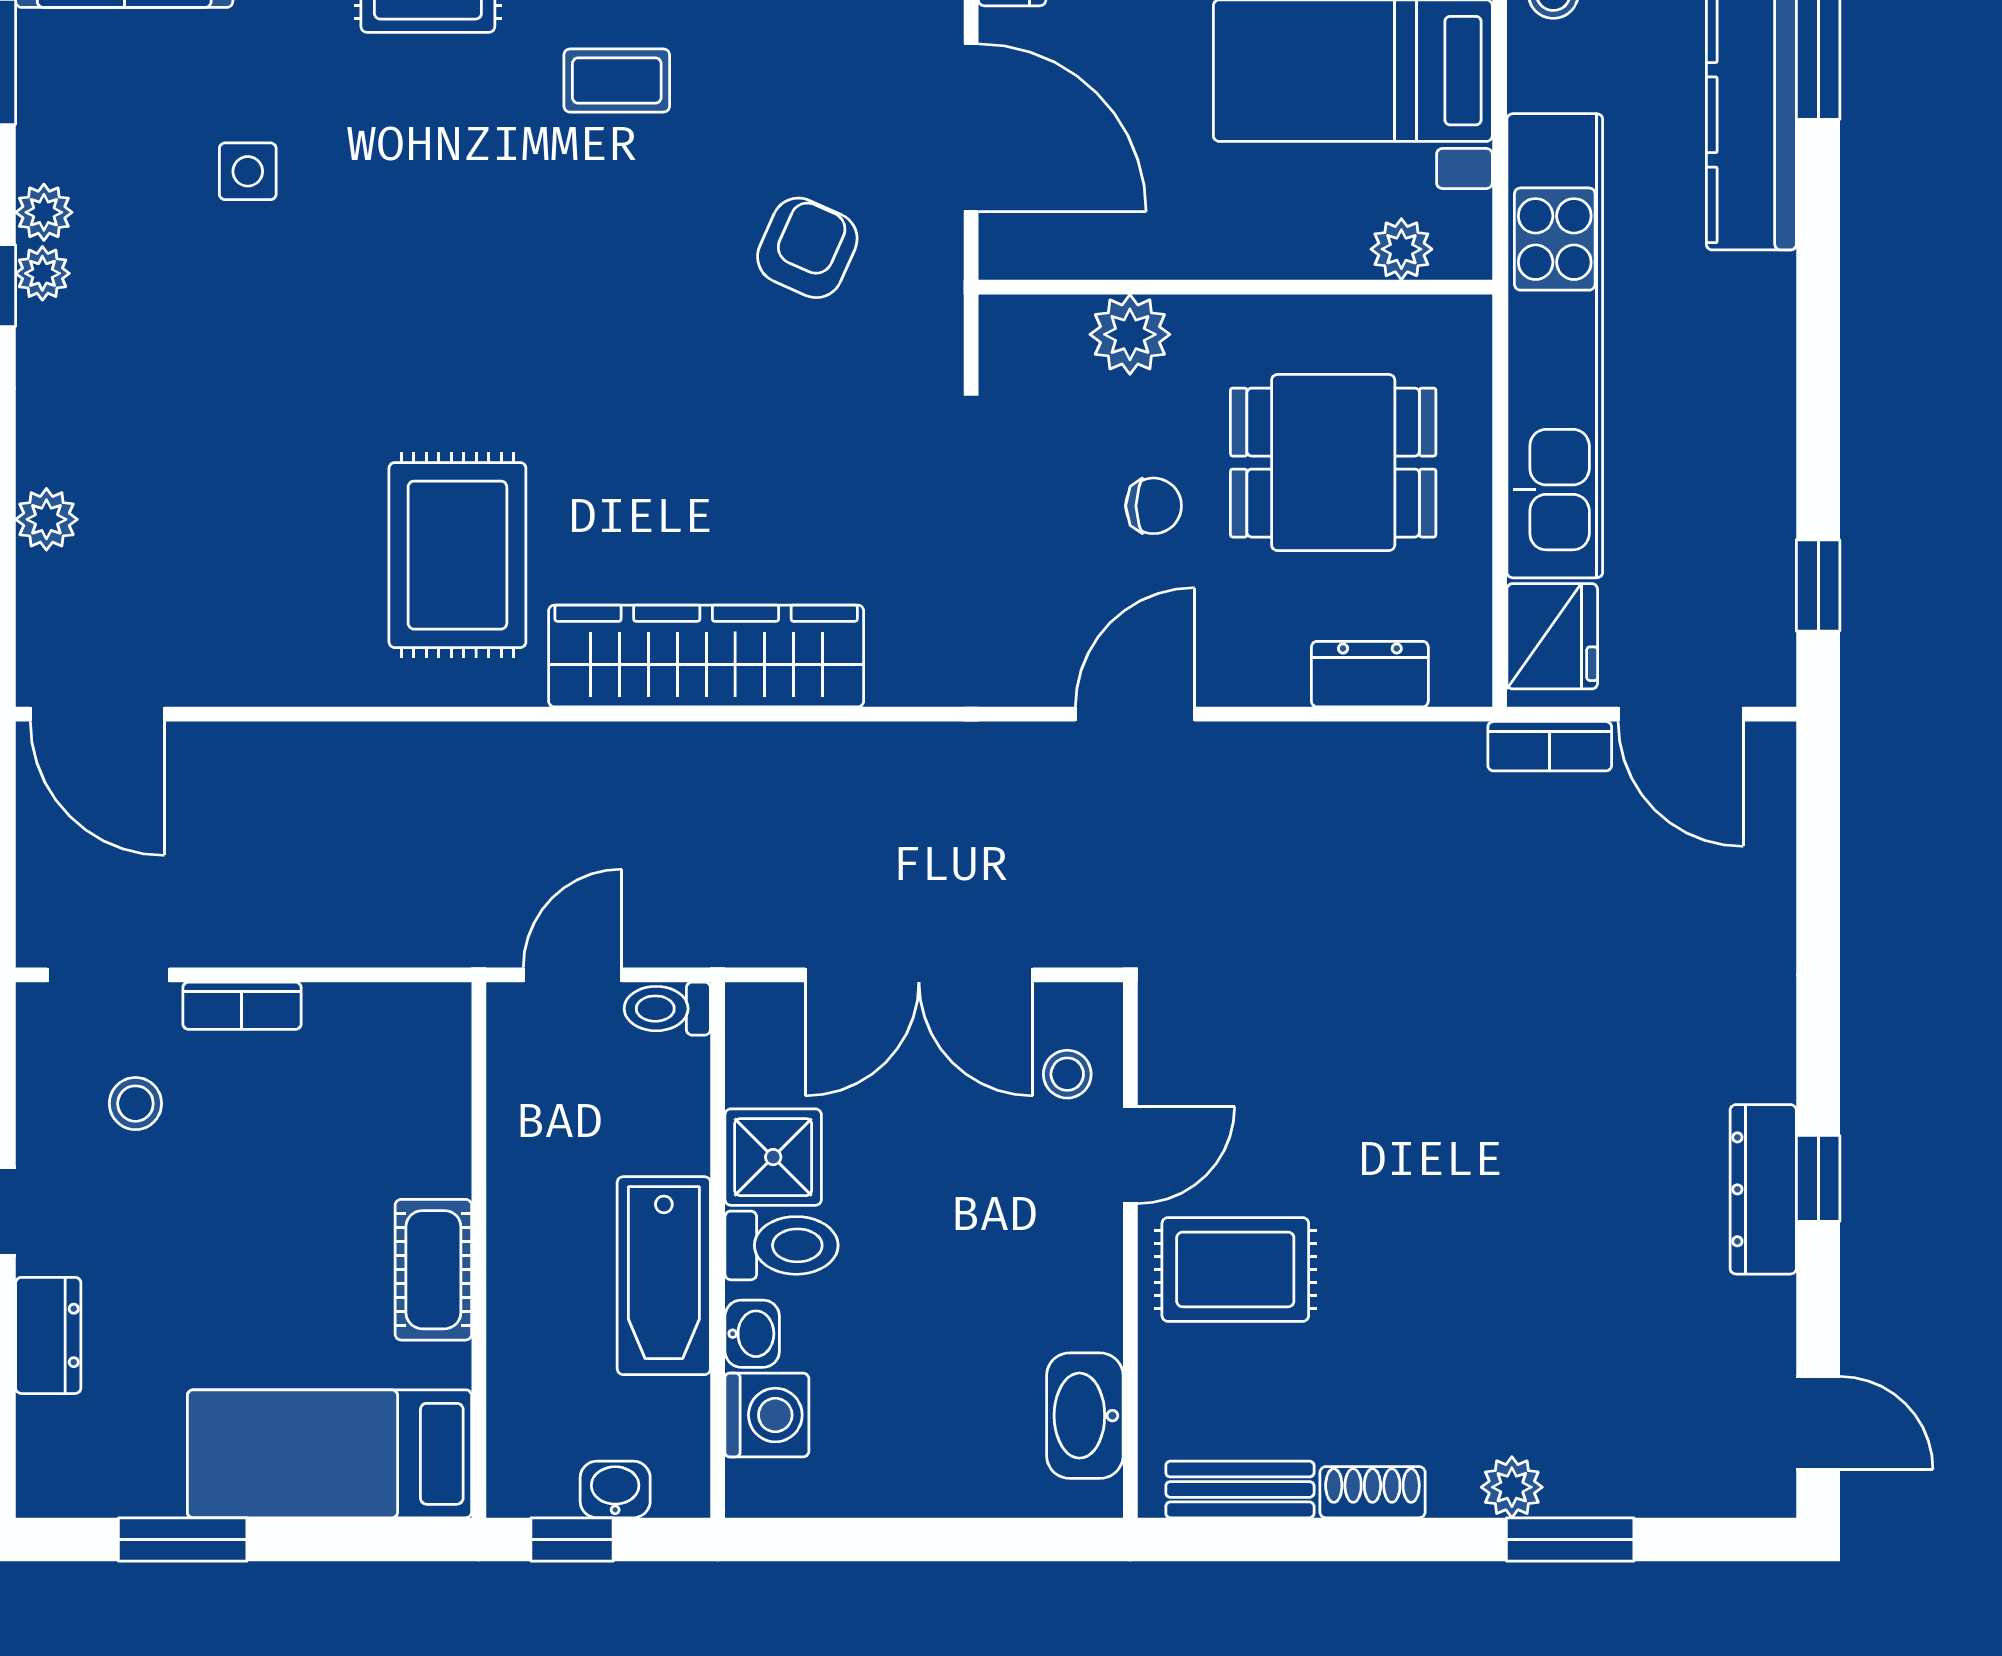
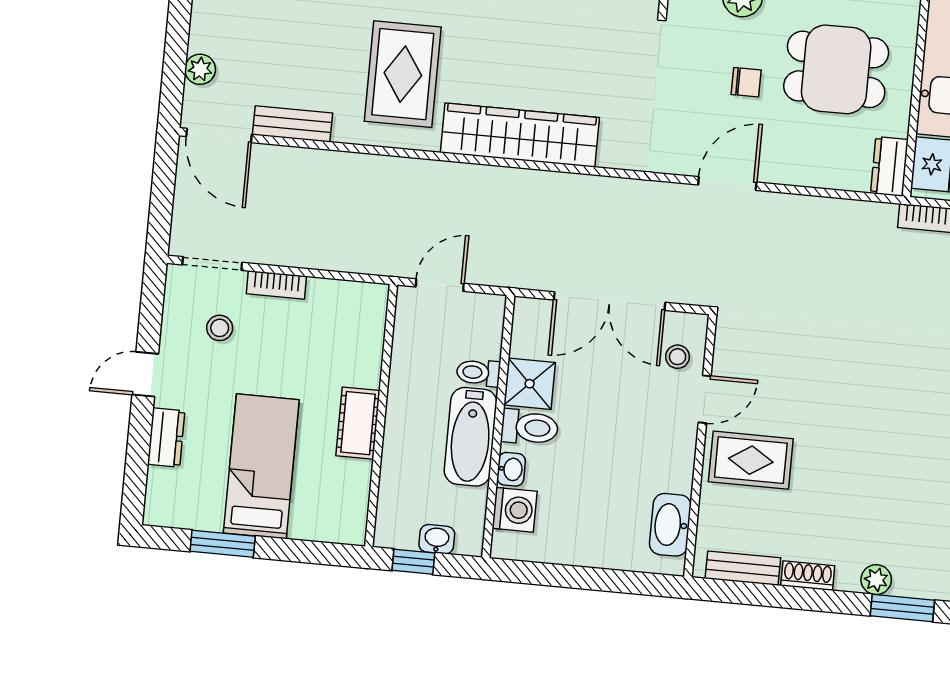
plant: (46, 519) -> (200, 69), moved
dresser: (1370, 674) -> (889, 166), moved, turned -90
bench: (244, 677) -> (293, 124), added
toilet: (667, 1009) -> (478, 373), moved
bed: (329, 1454) -> (261, 466), moved, turned 90

